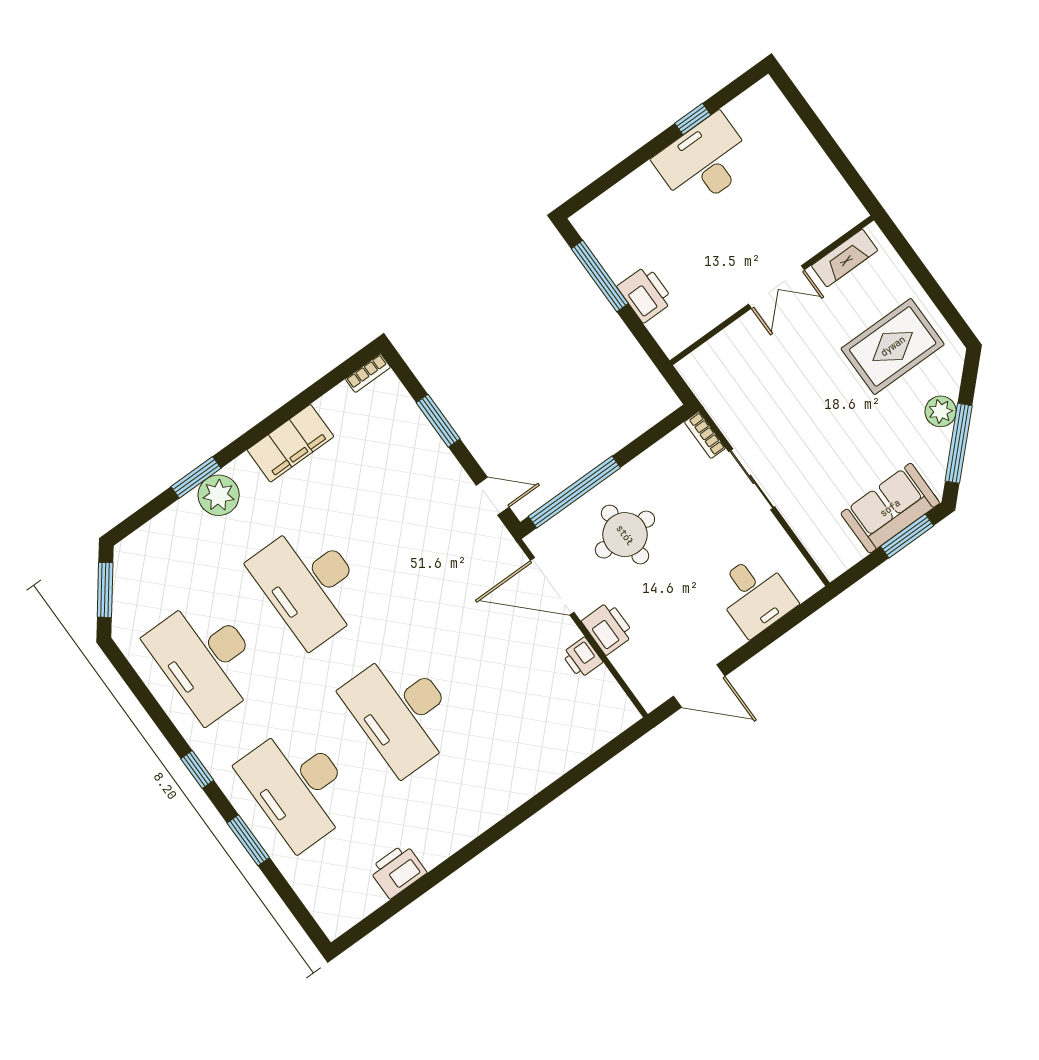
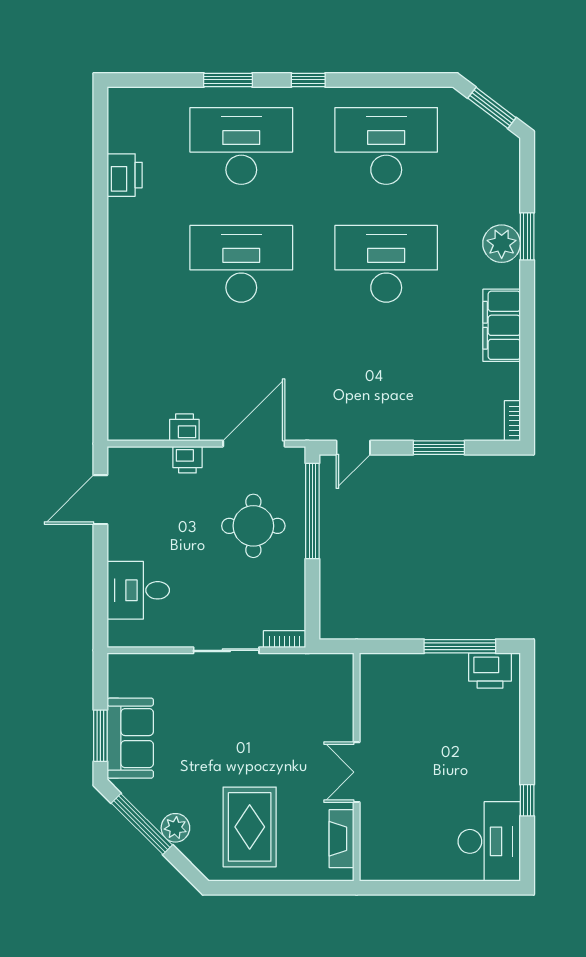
desk: (704, 161) -> (489, 841), moved
printer: (645, 294) -> (490, 671), moved
printer: (608, 628) -> (187, 460), width x0.73, depth x0.81

